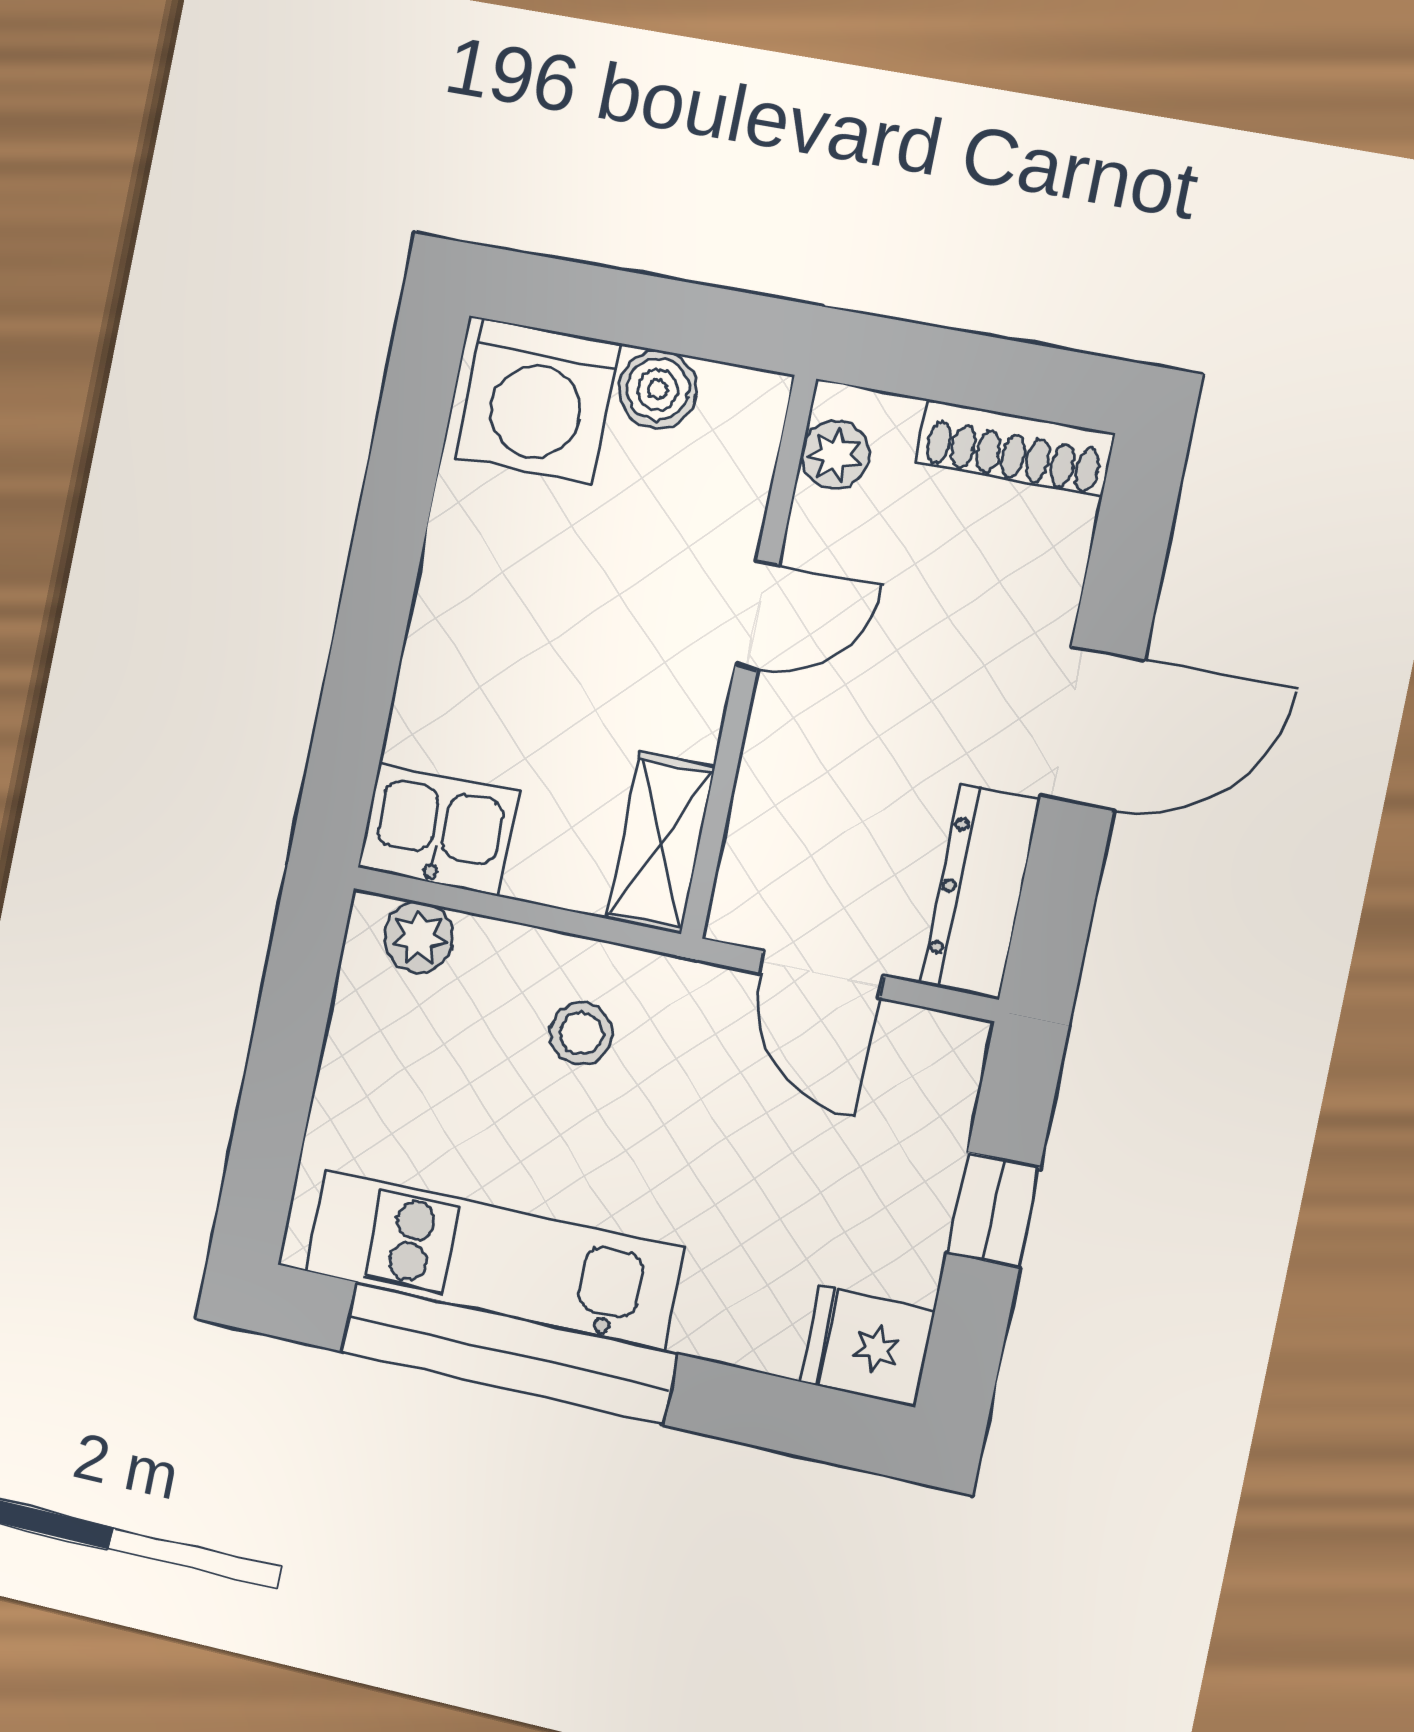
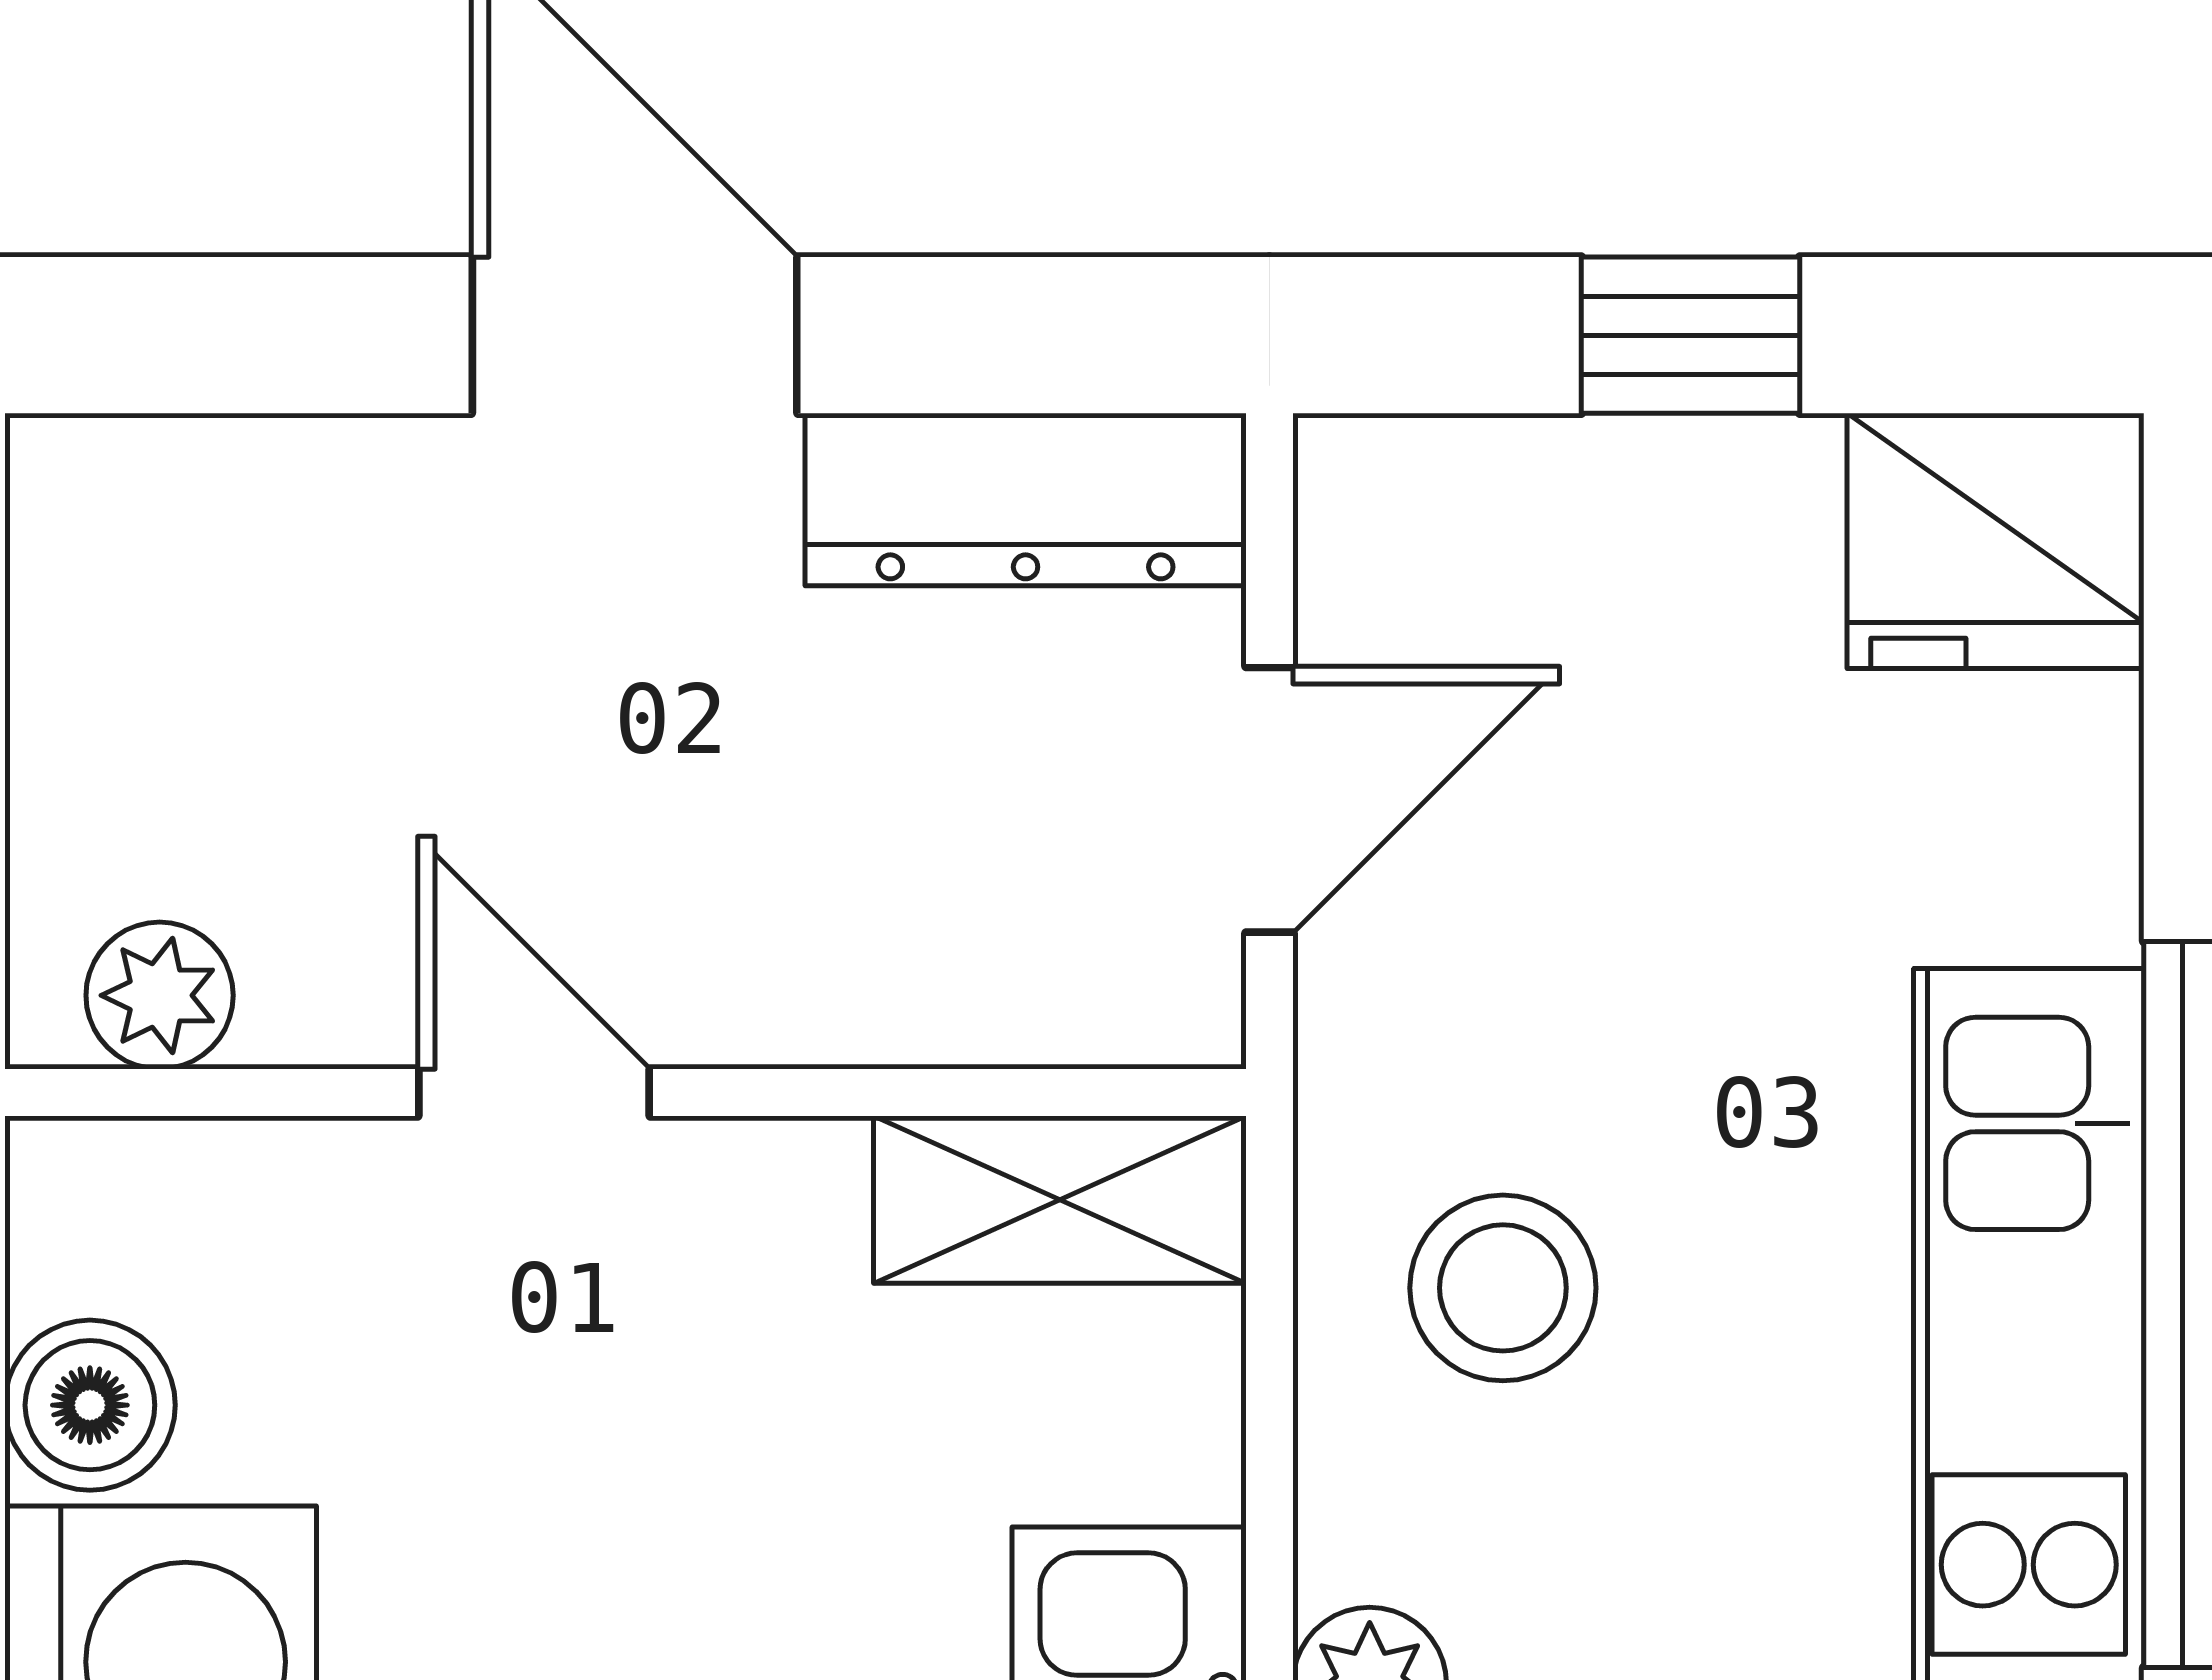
shoe rack: (1014, 448) -> (75, 618), removed
stool: (581, 1033) -> (1503, 1288), width x1.37, depth x1.37
fridge: (867, 1346) -> (1995, 541), width x1.38

